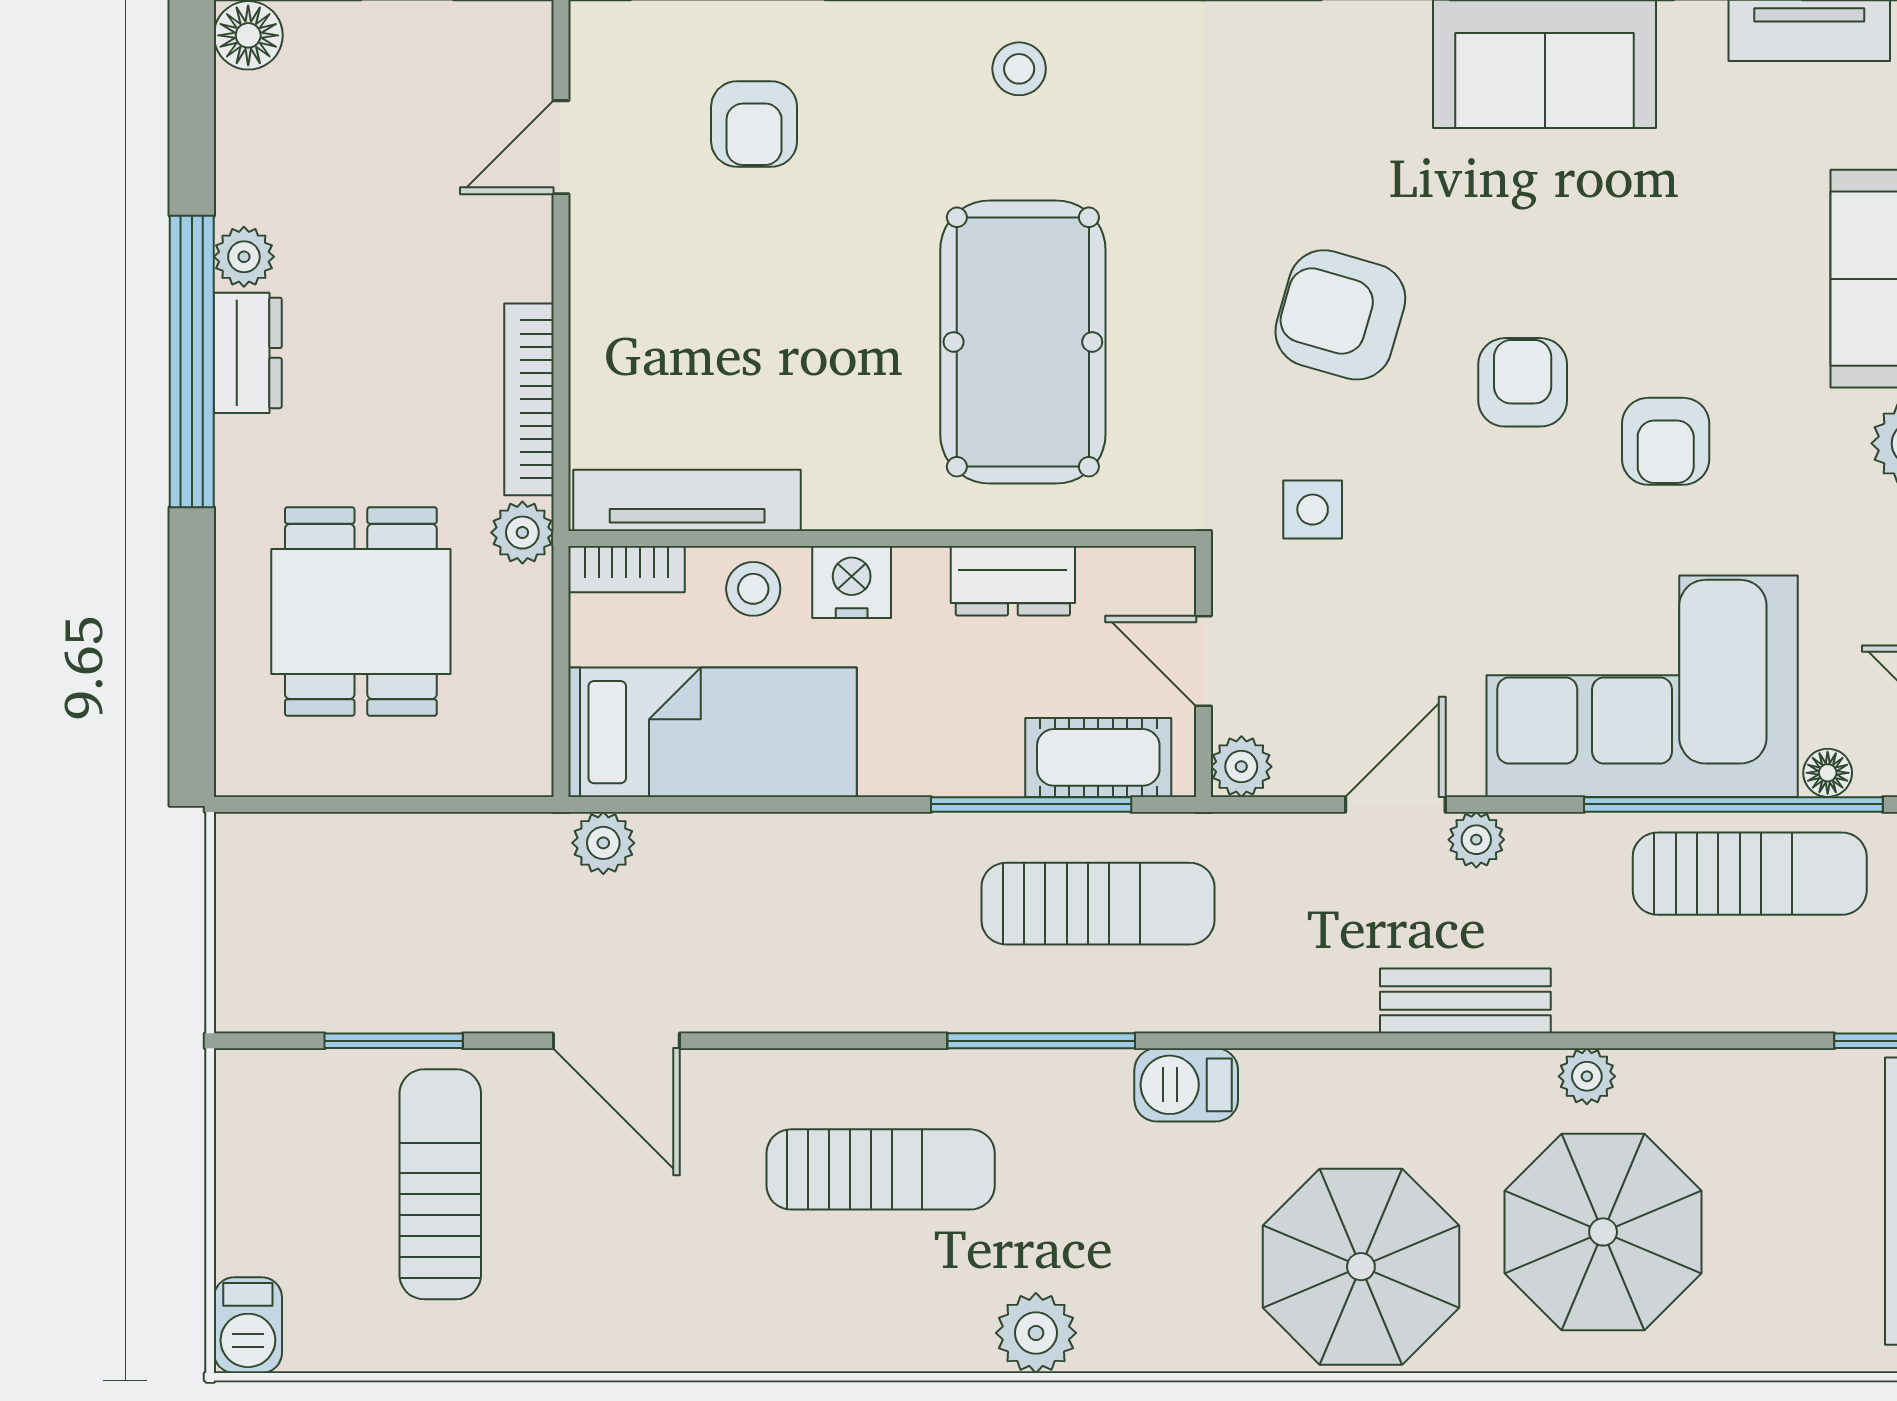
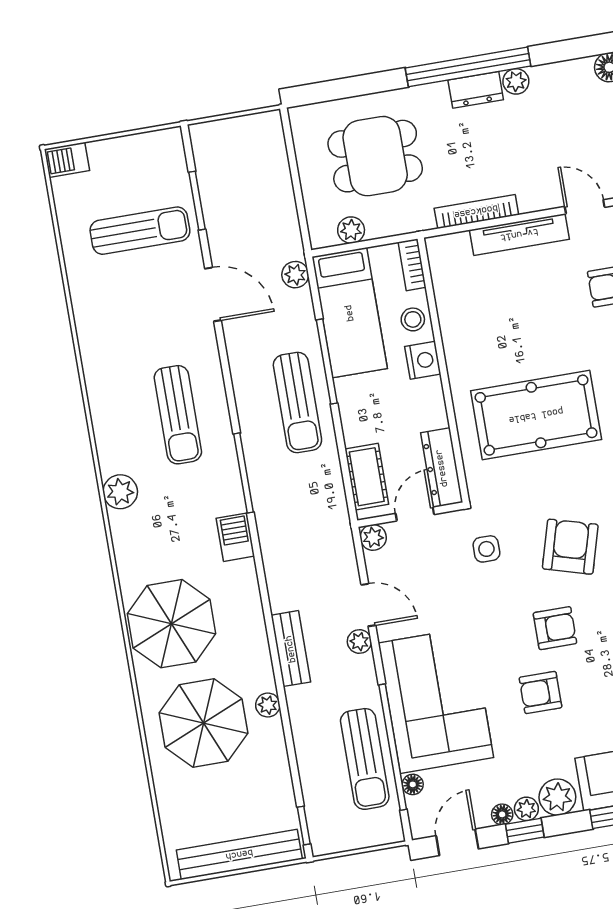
tv unit: (687, 500) -> (519, 234), moved, turned 90
plant: (522, 533) -> (351, 230), moved
dresser: (1013, 581) -> (442, 468), moved, width x1.44
window: (1031, 804) -> (327, 361), moved
sun lounger: (1098, 904) -> (297, 403), moved
door: (616, 1041) -> (213, 294), swing flipped

